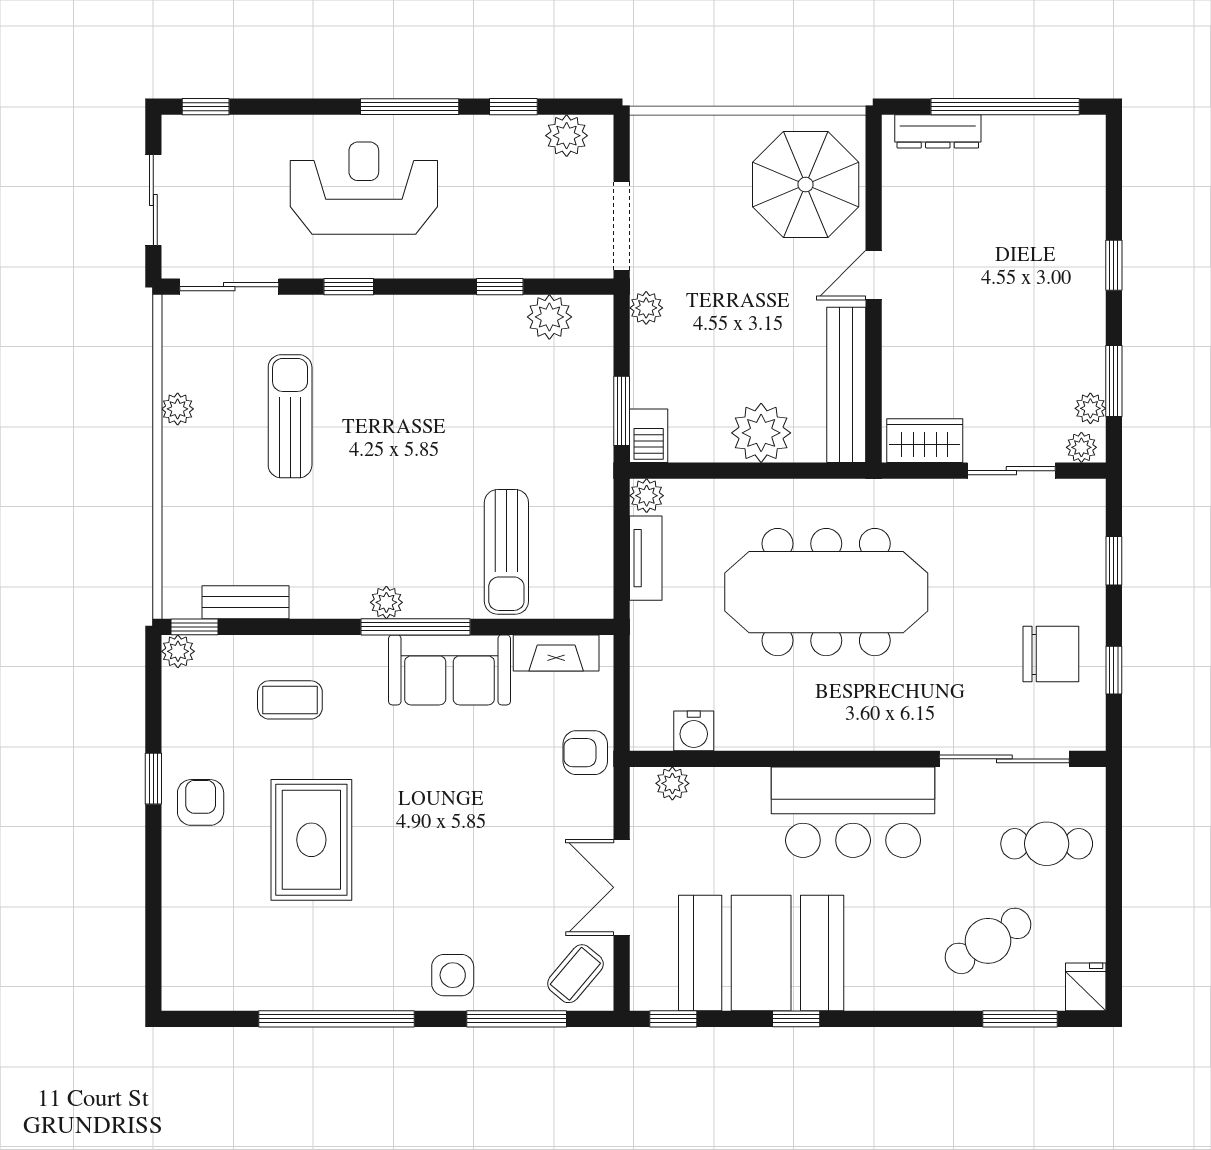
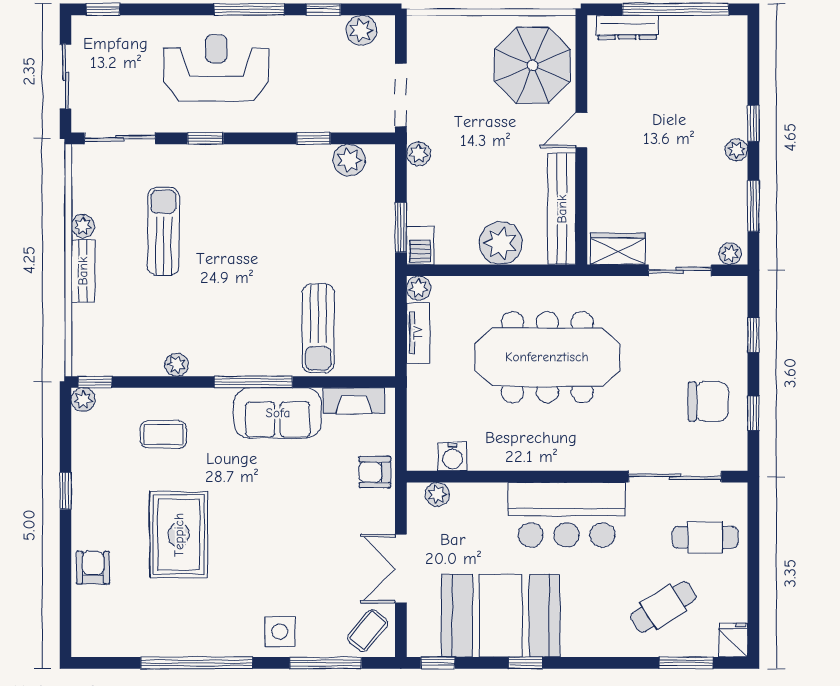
plant: (1090, 408) -> (736, 150), moved
bench: (246, 602) -> (83, 271), moved, turned 90
plant: (386, 602) -> (177, 365), moved
armchair: (201, 802) -> (93, 568), moved

